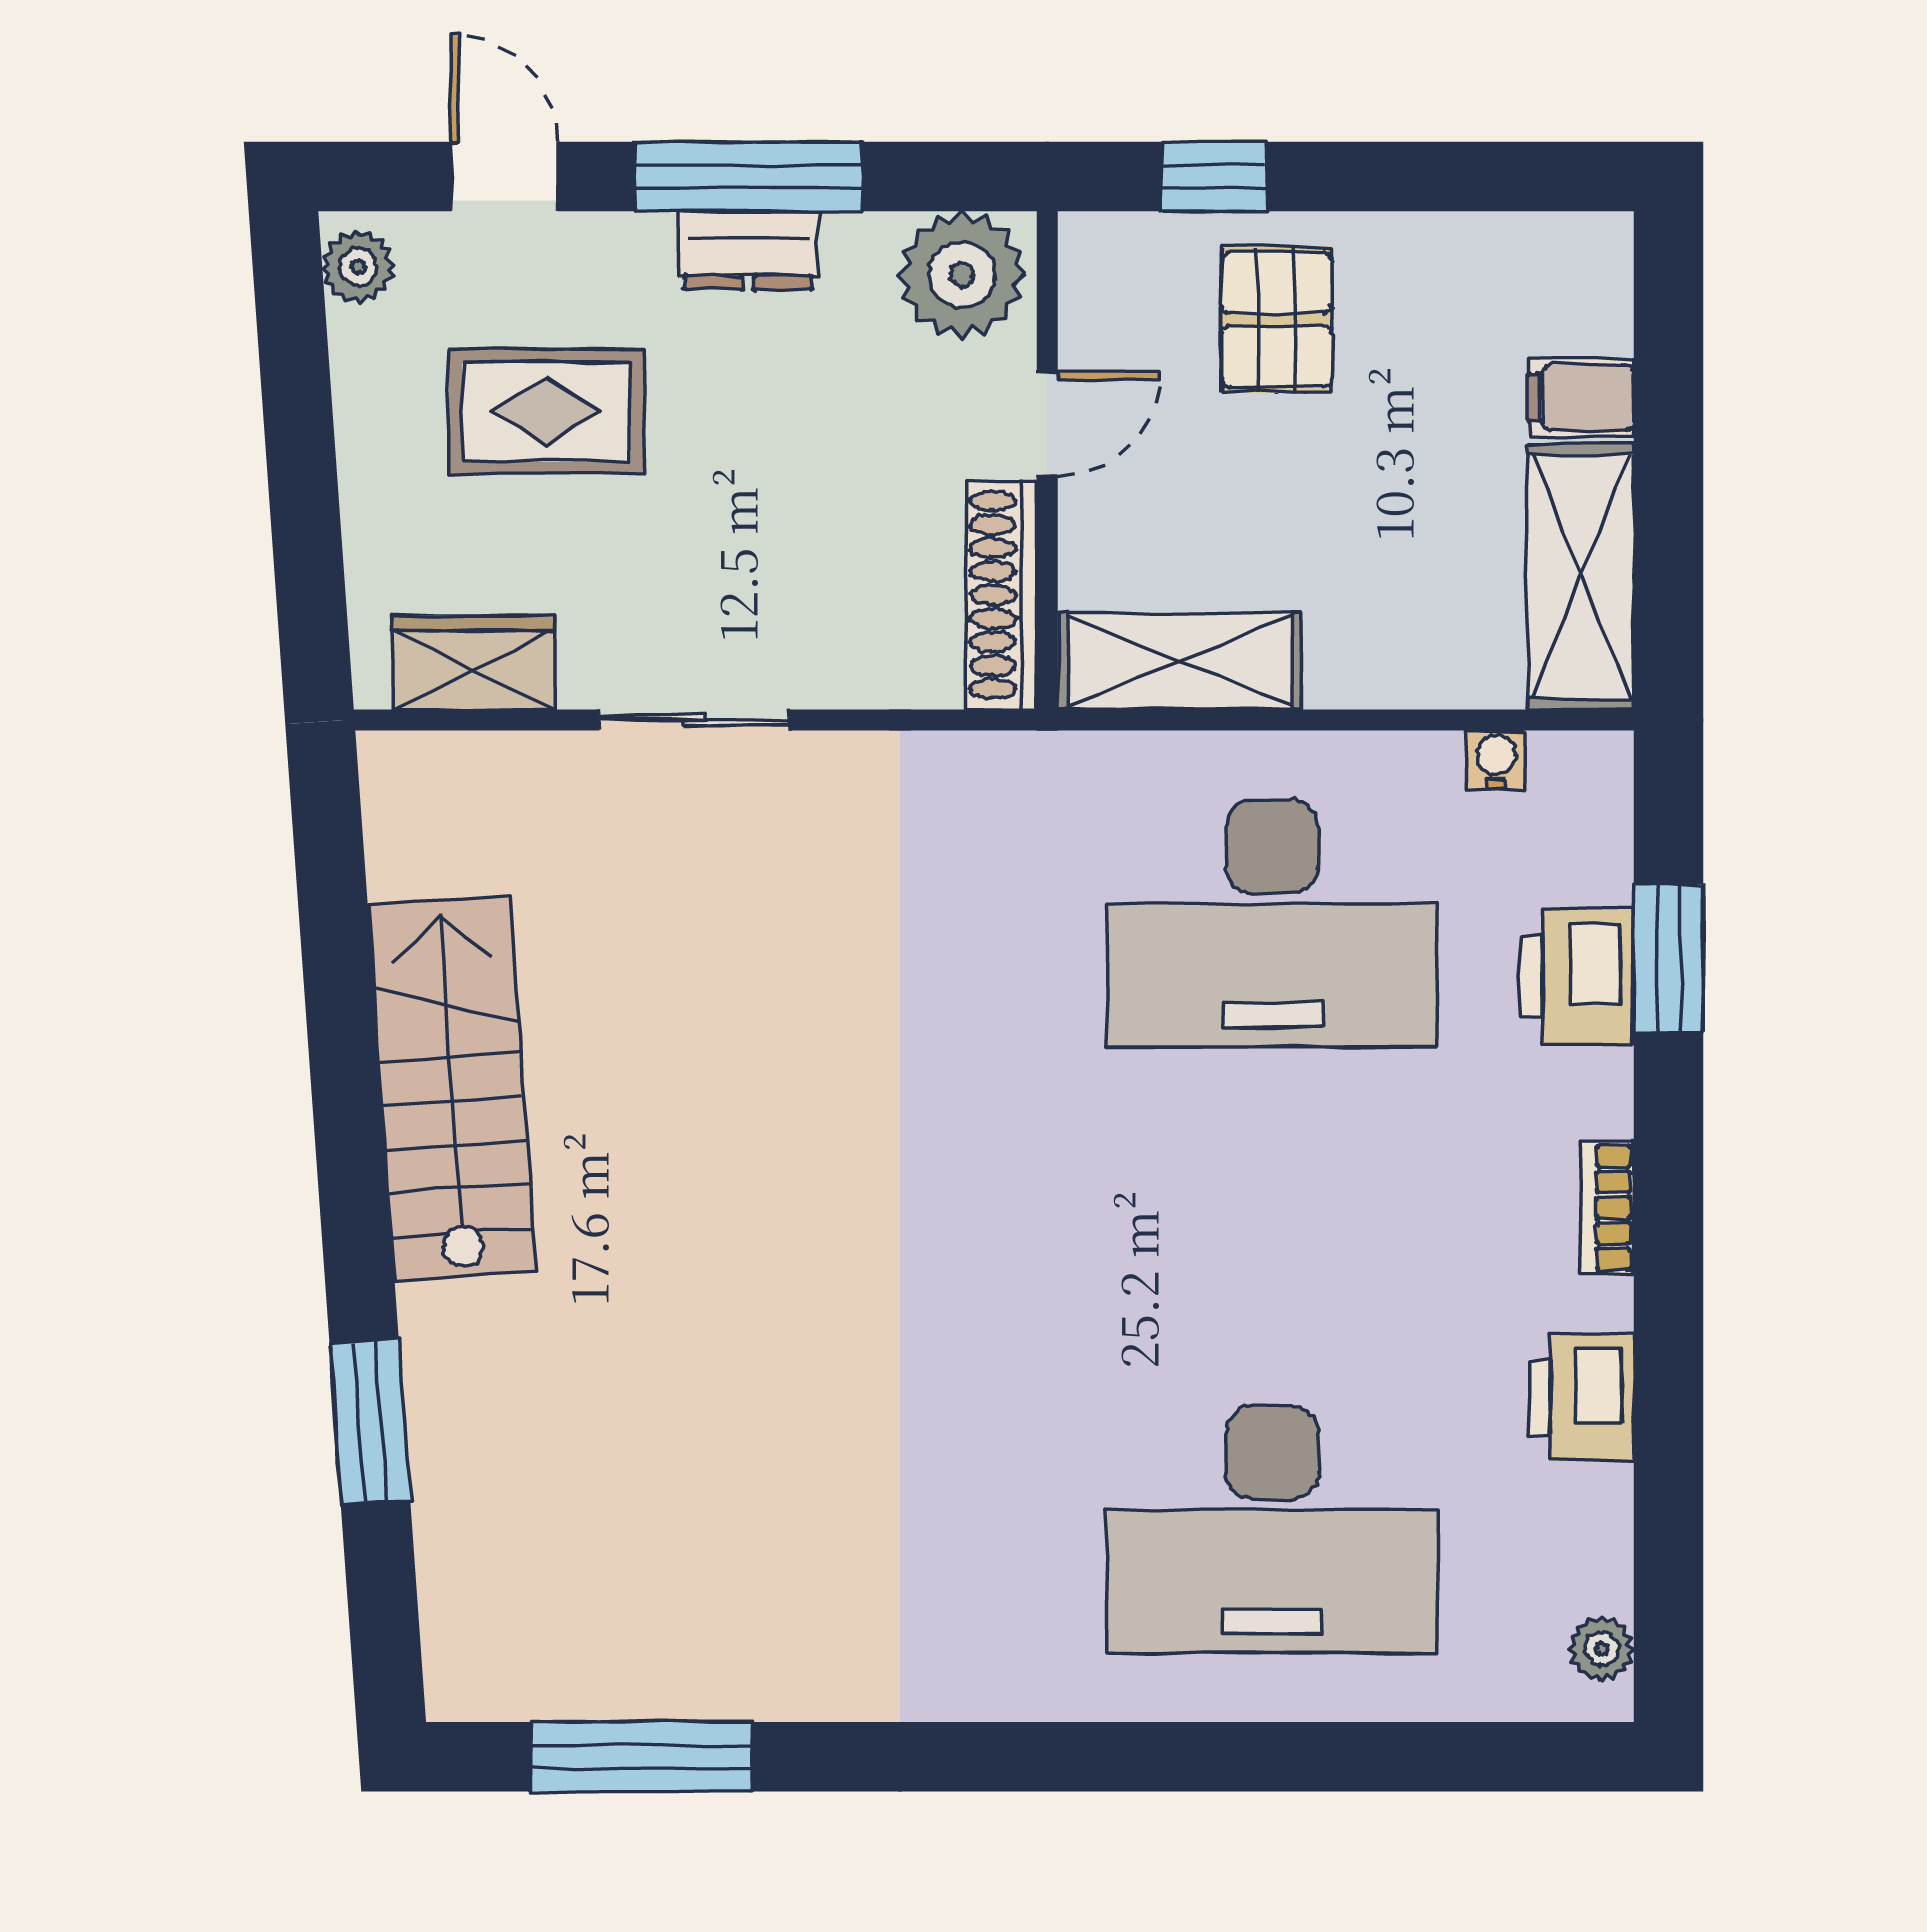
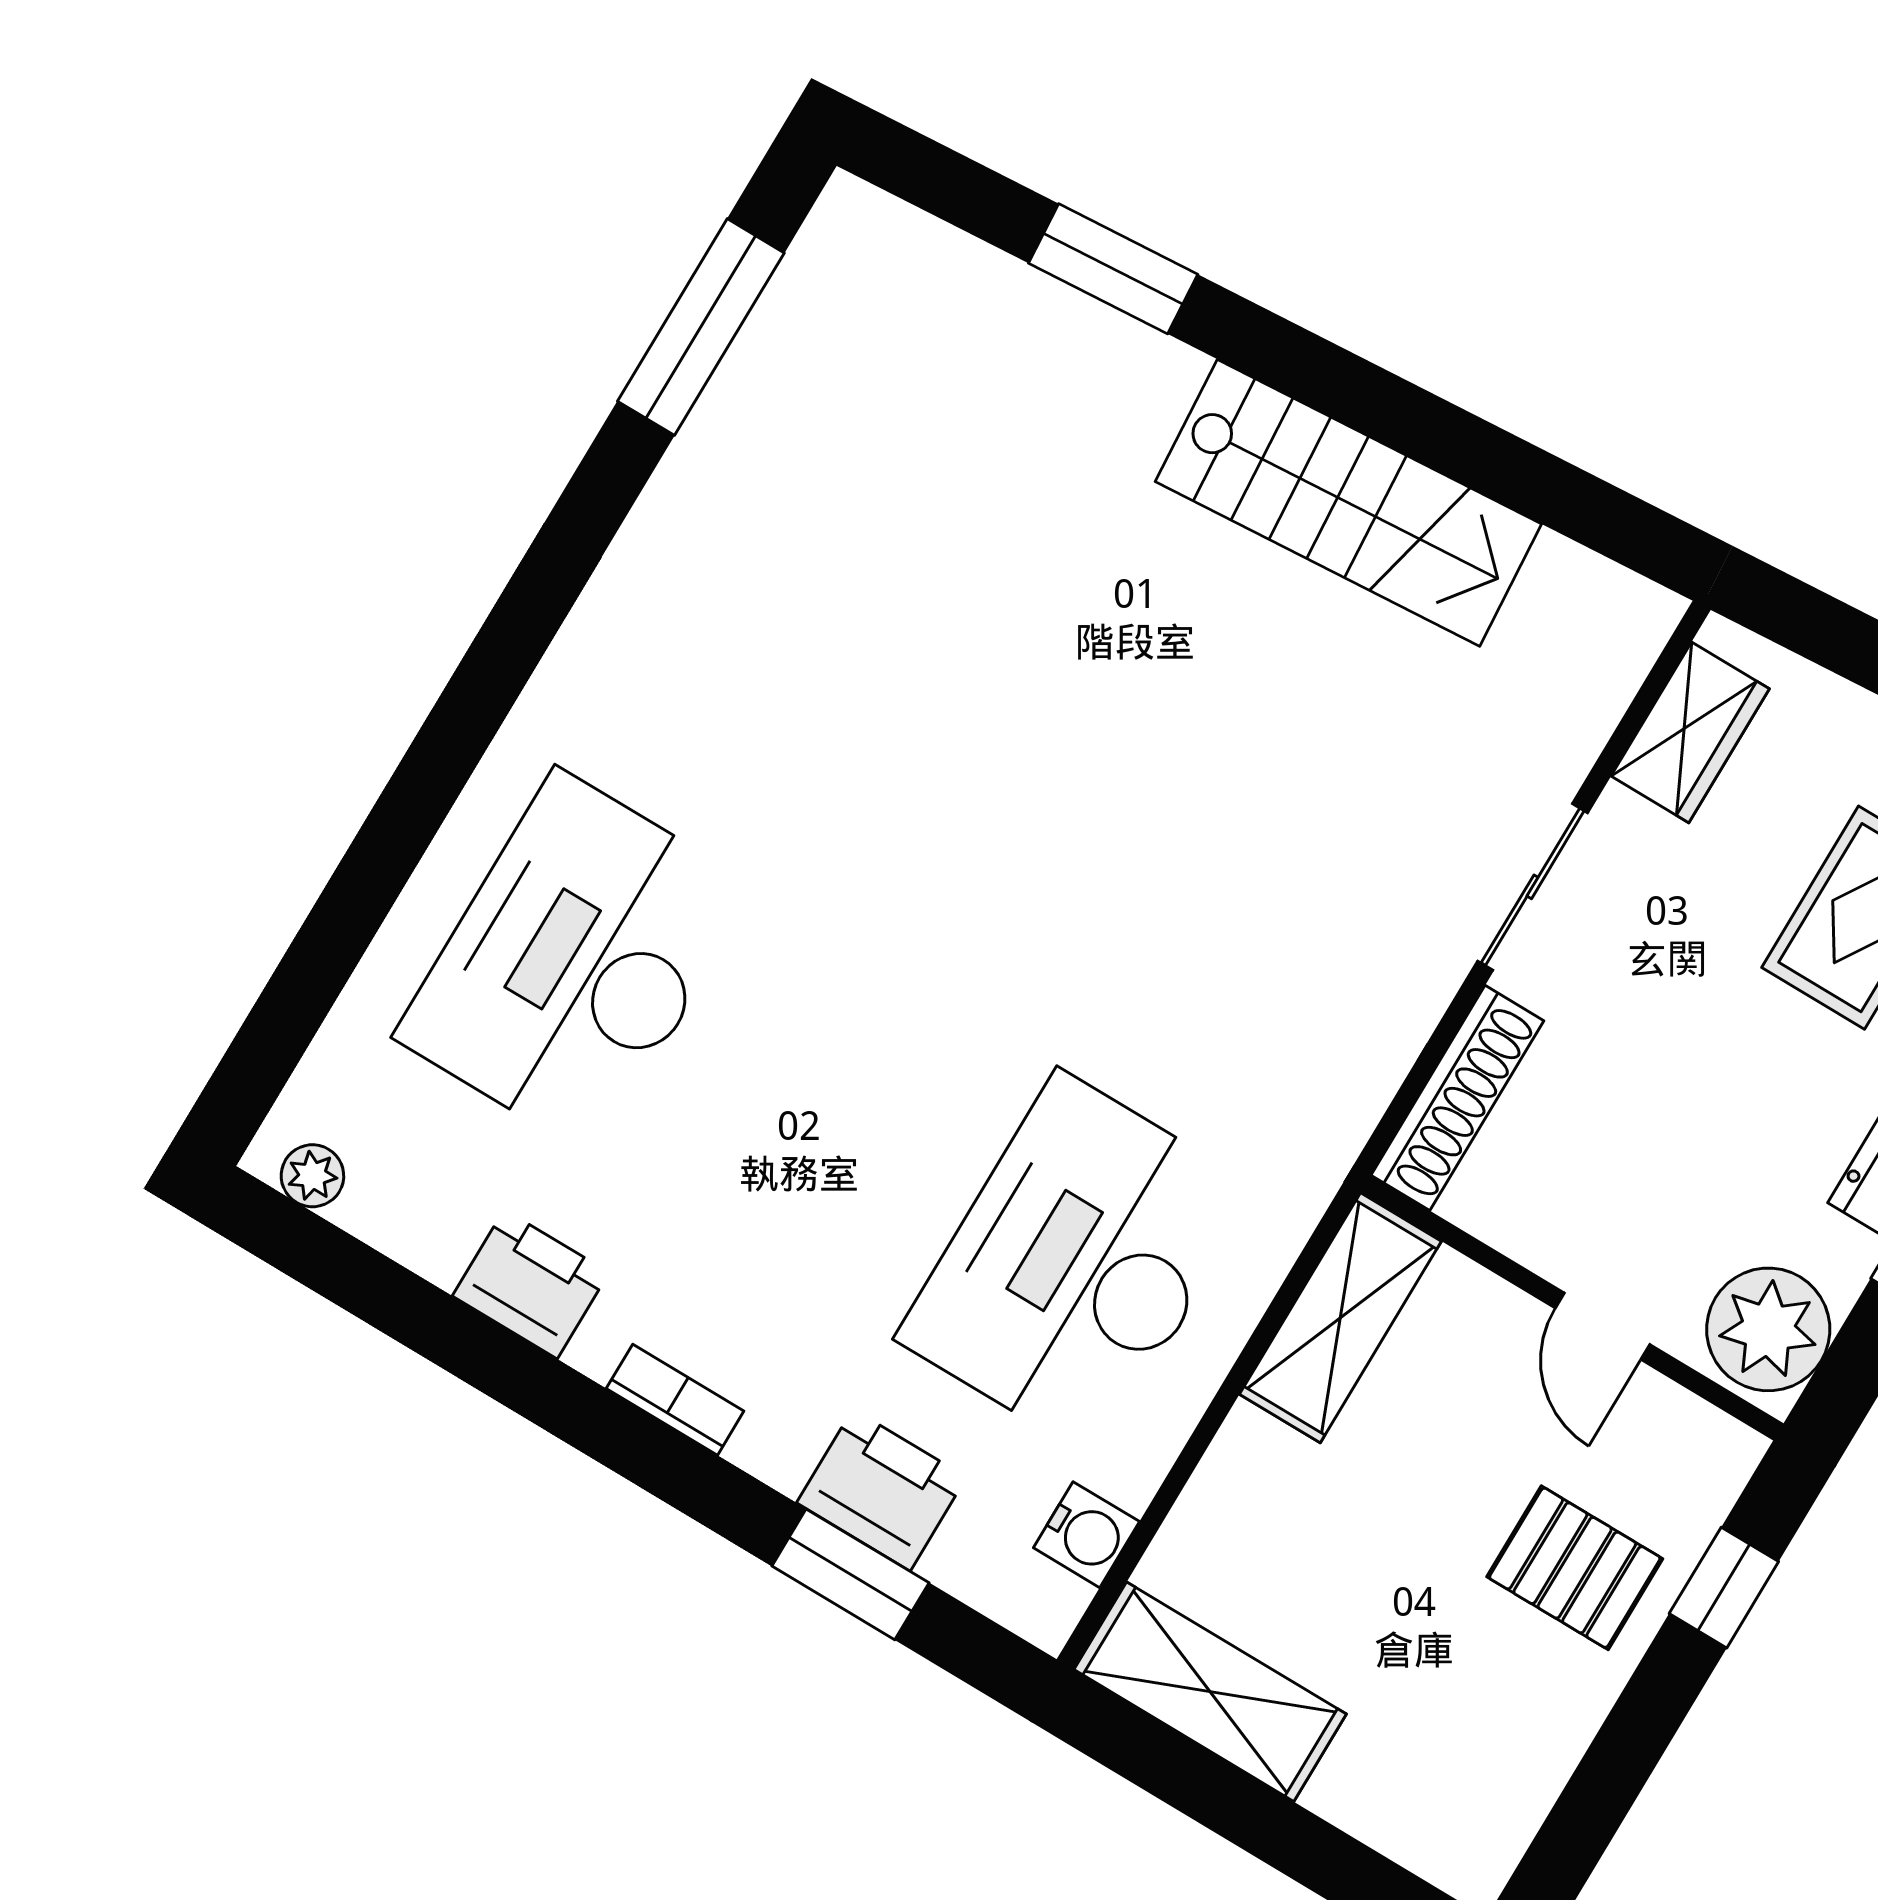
filing cabinet: (1581, 398) -> (1358, 1781), removed
shoe rack: (1001, 595) -> (1457, 1098), moved, turned 90
water cooler: (1496, 759) -> (1086, 1535), width x1.38, depth x1.38

